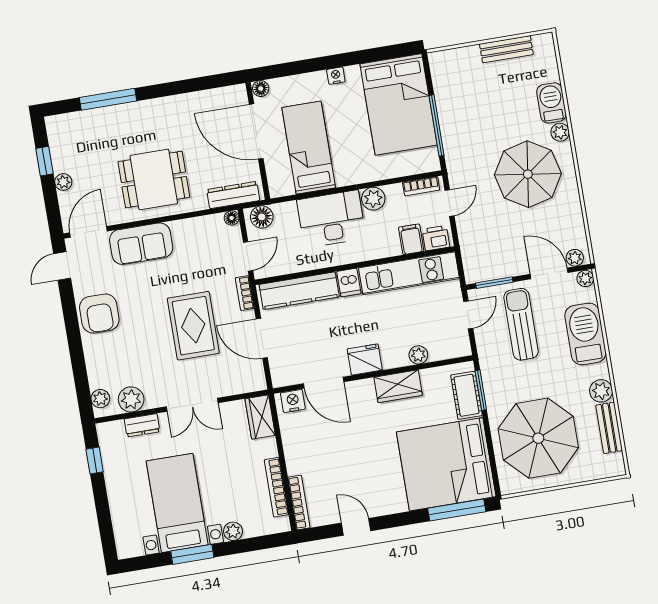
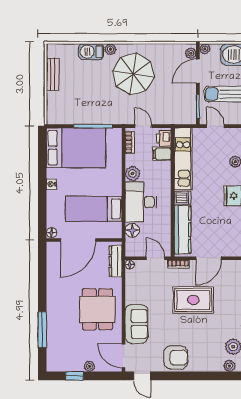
floor lamp: (262, 217) -> (132, 230), moved

